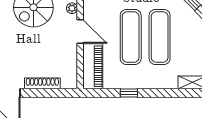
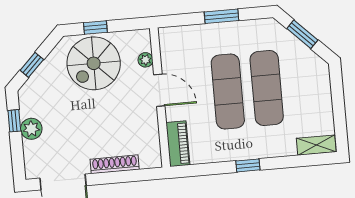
piano: (93, 66) -> (178, 144), width x0.73, depth x0.75
window: (129, 93) -> (248, 165), moved

